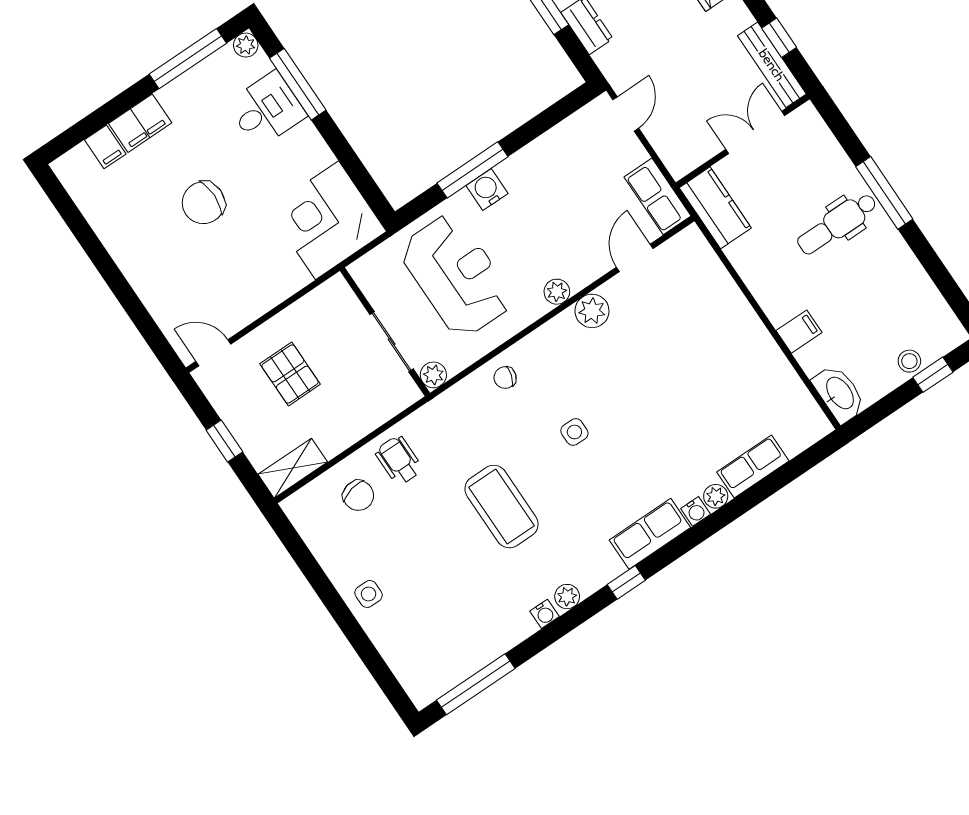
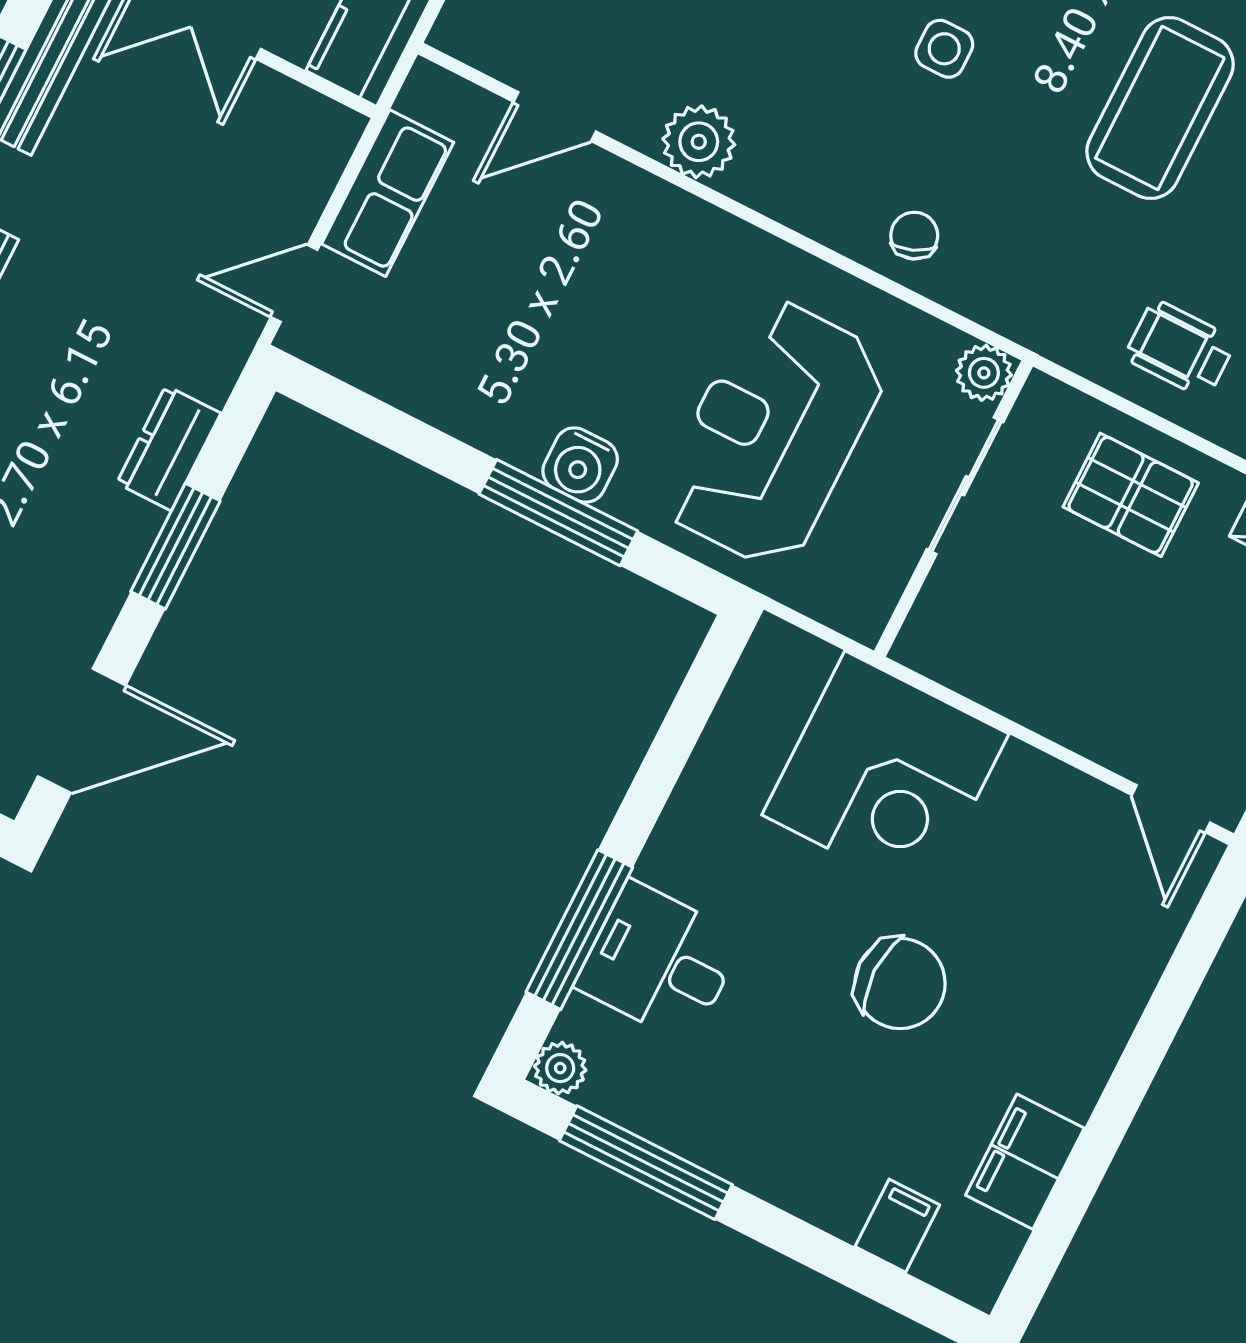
filing cabinet: (140, 123) -> (1025, 1162), moved, turned -90
row of seats: (658, 196) -> (388, 193), moved
corner desk: (327, 220) -> (885, 774), moved
plant: (557, 292) -> (699, 228), removed
pallet: (290, 374) -> (1131, 495), moved, turned 90
chair: (505, 378) -> (914, 236), turned -130
wheelchair: (399, 460) -> (1180, 349), turned 90

